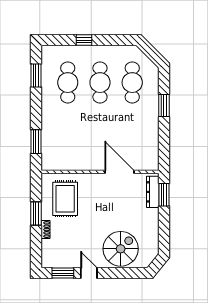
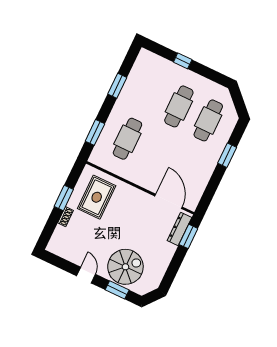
window: (36, 76) -> (117, 86), moved
cafe table: (68, 83) -> (127, 139), moved
door: (119, 172) -> (169, 201), moved
window: (63, 273) -> (117, 290), moved

